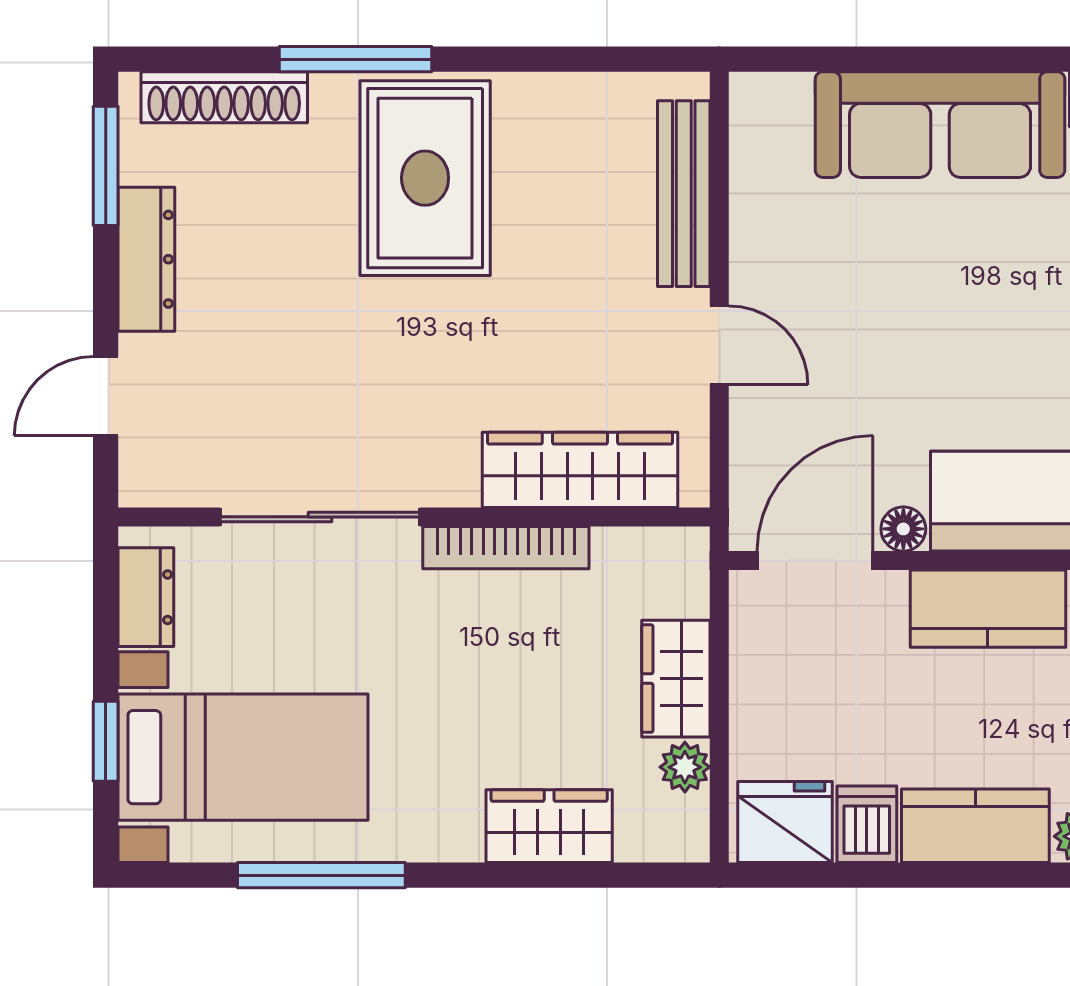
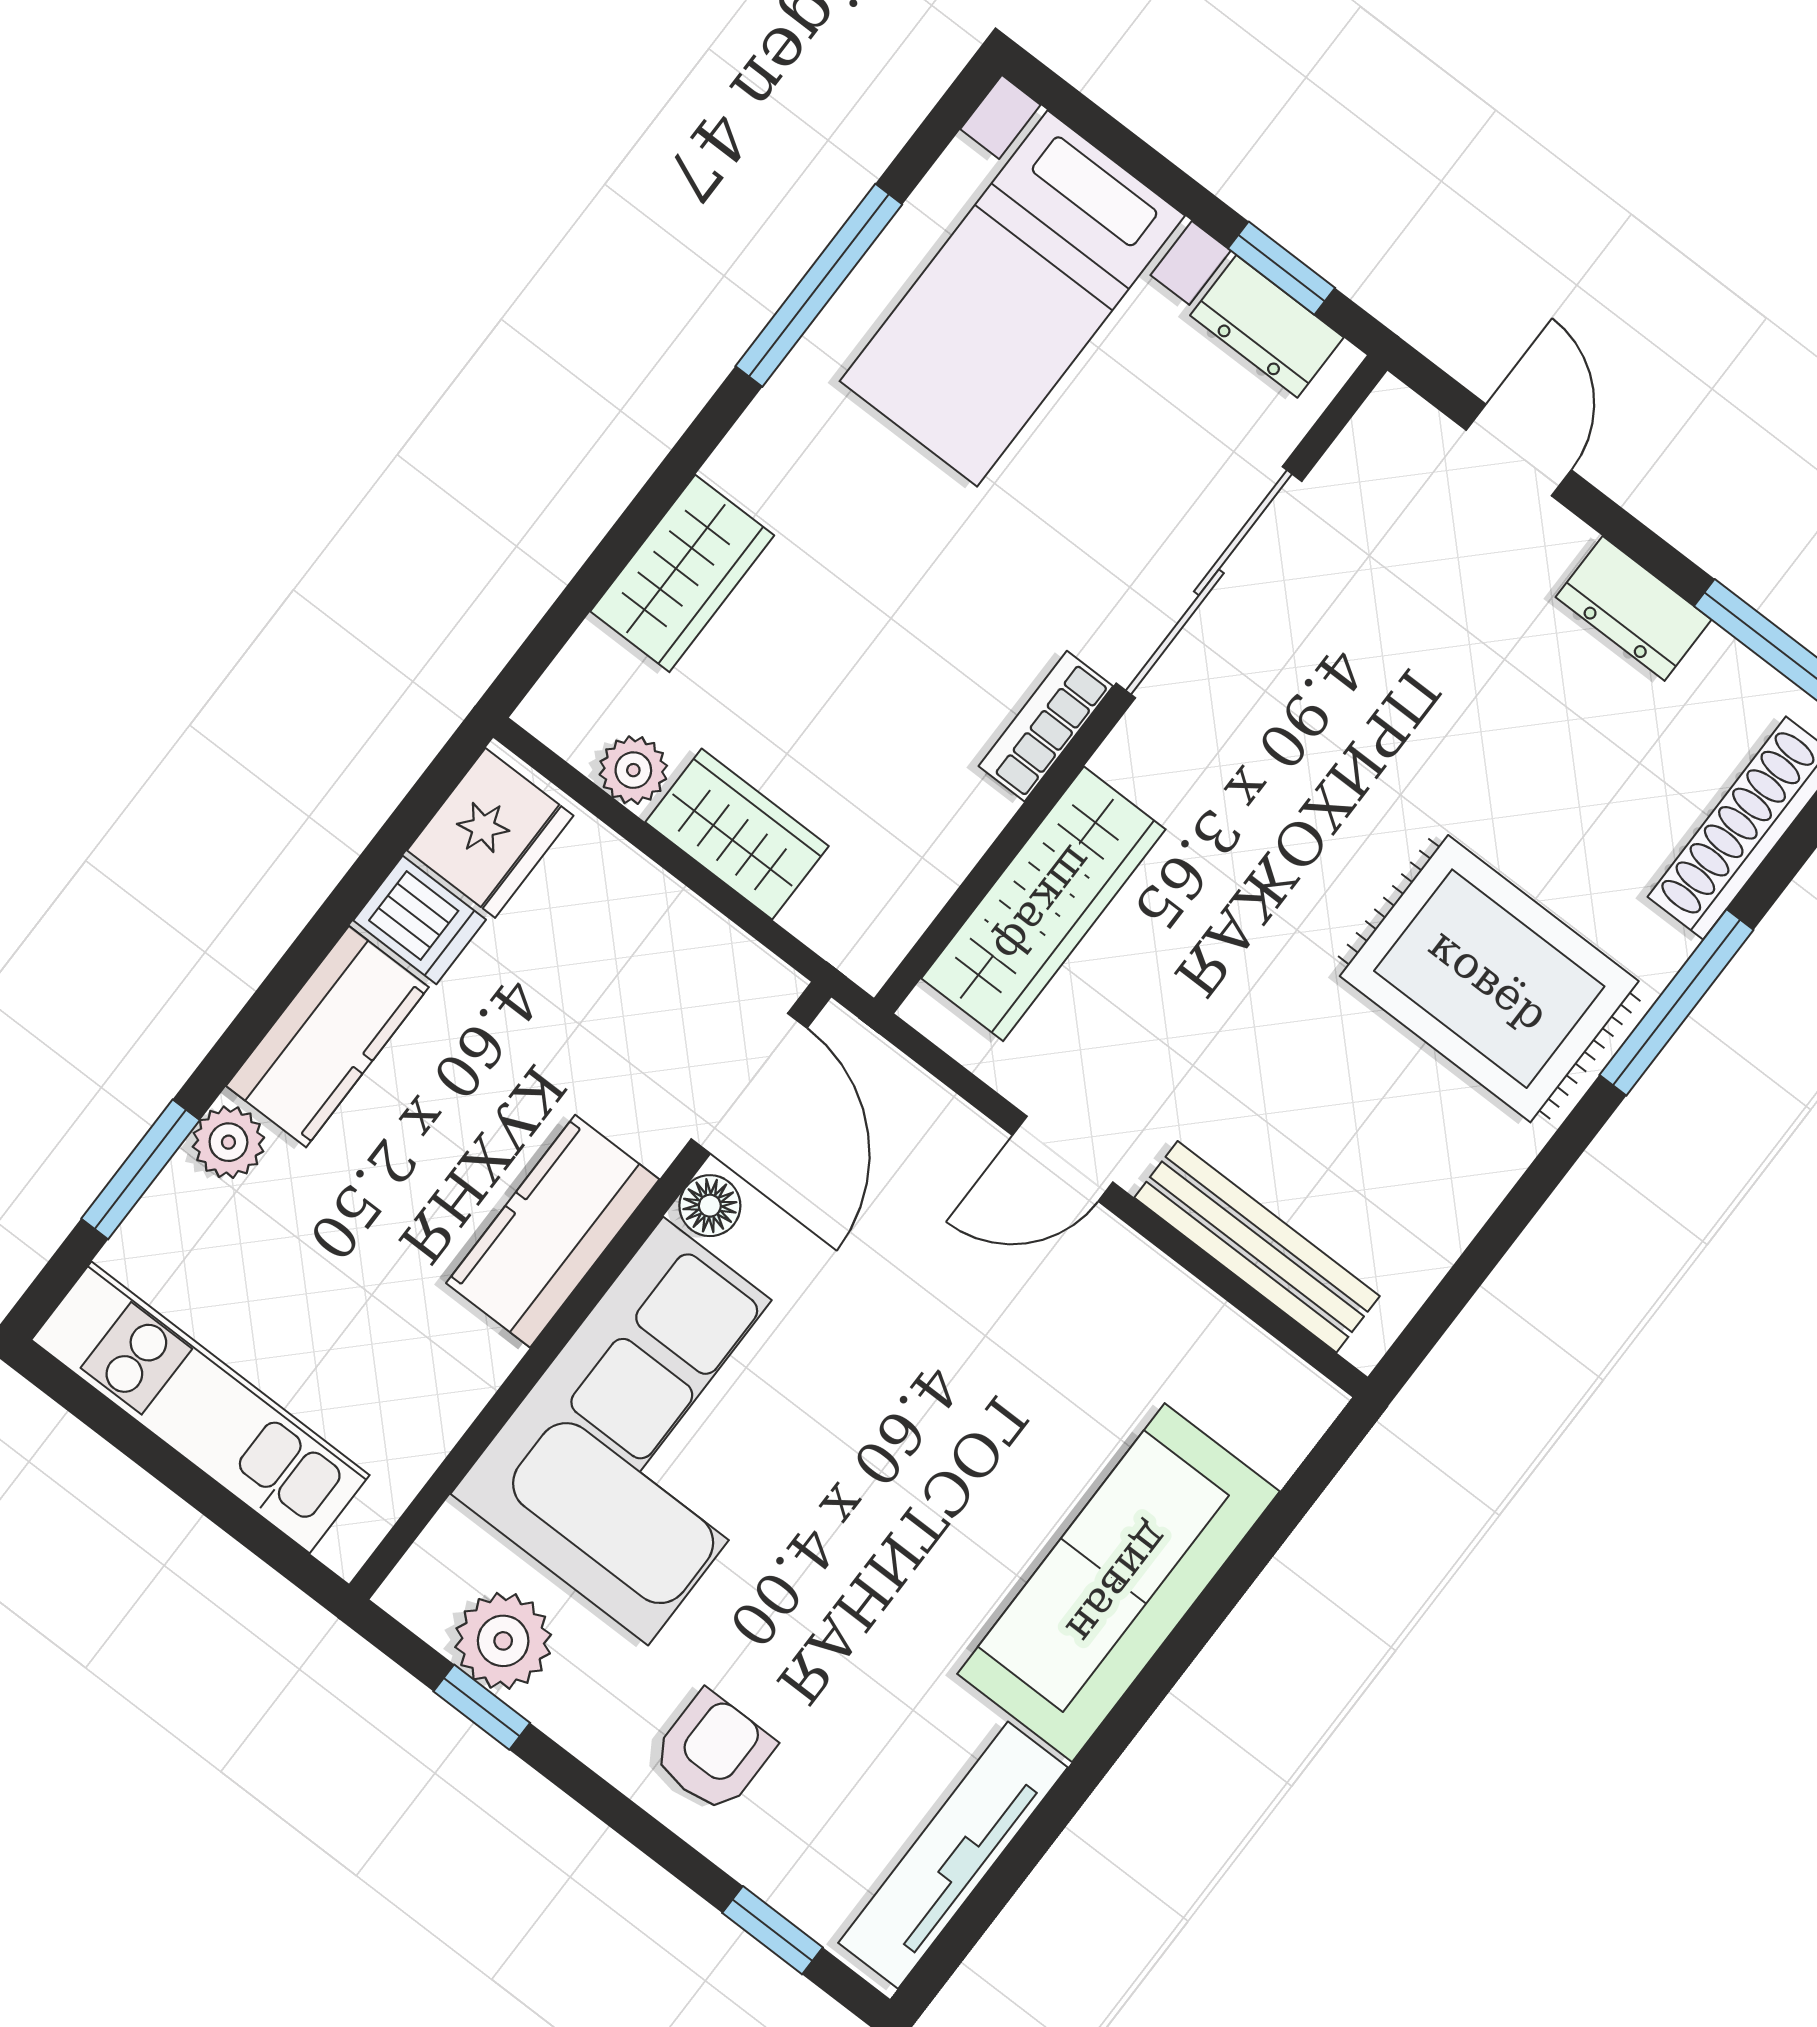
dresser: (146, 259) -> (1634, 608), width x0.70
bookcase: (506, 548) -> (1046, 726), width x0.64
window: (106, 741) -> (1282, 268), moved

